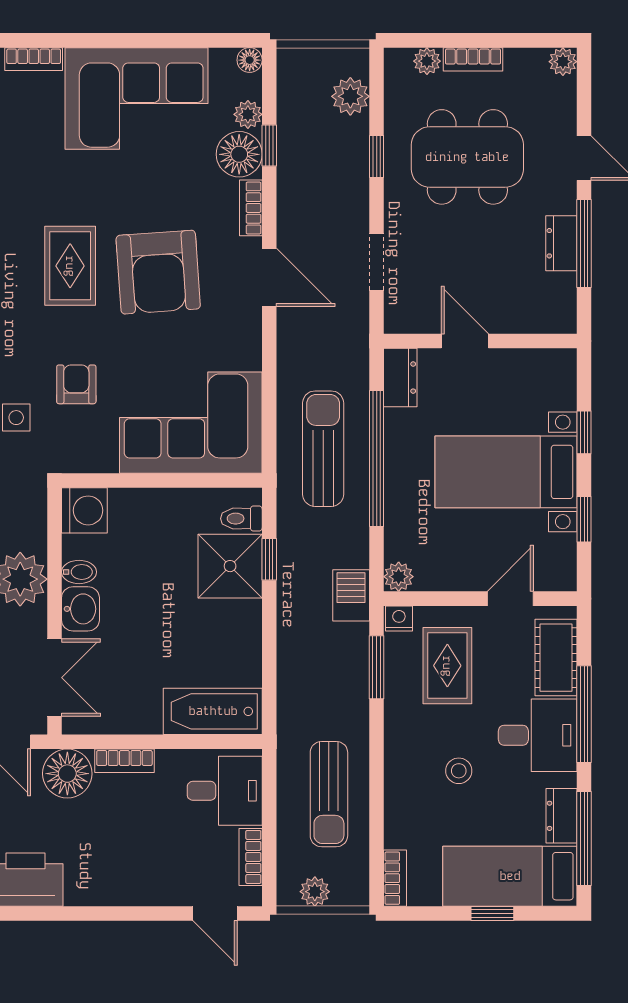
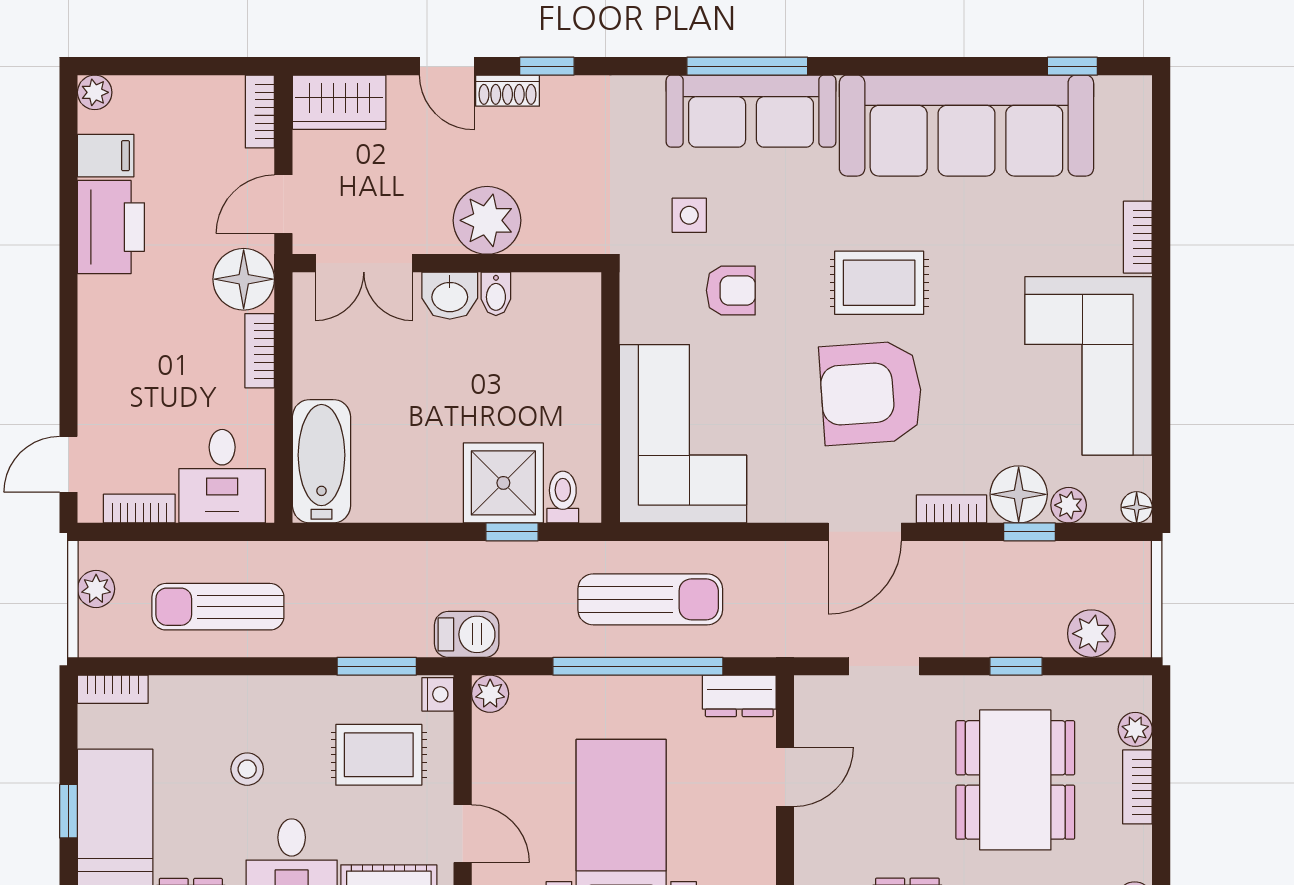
washing machine: (84, 510) -> (573, 301), removed

